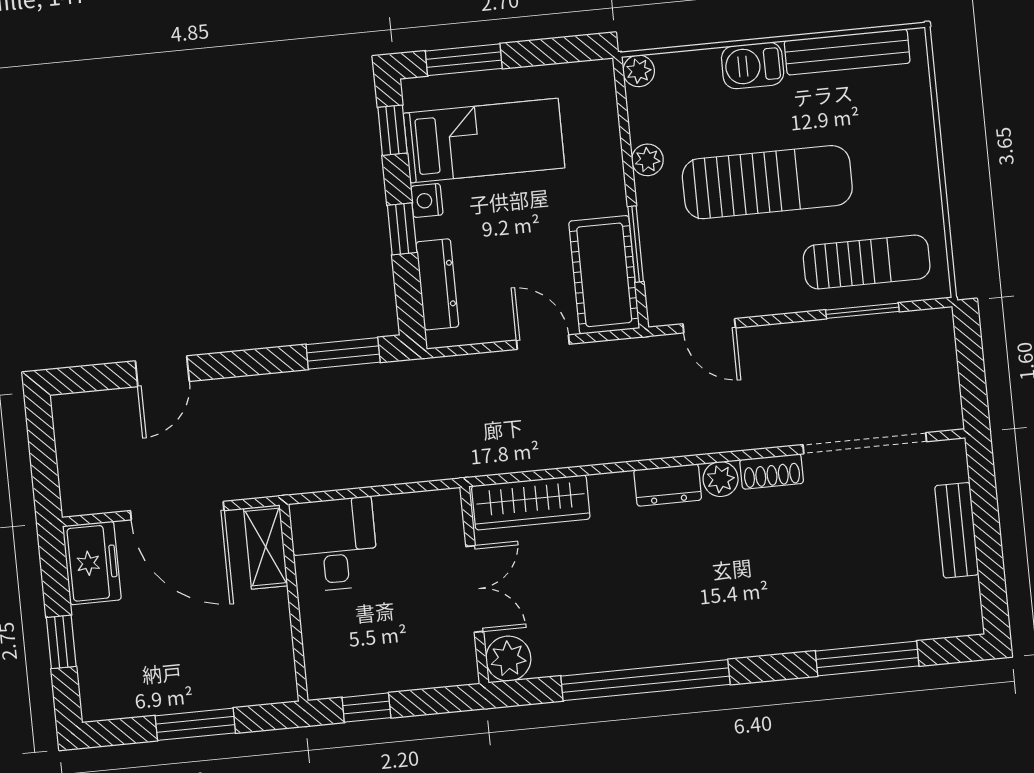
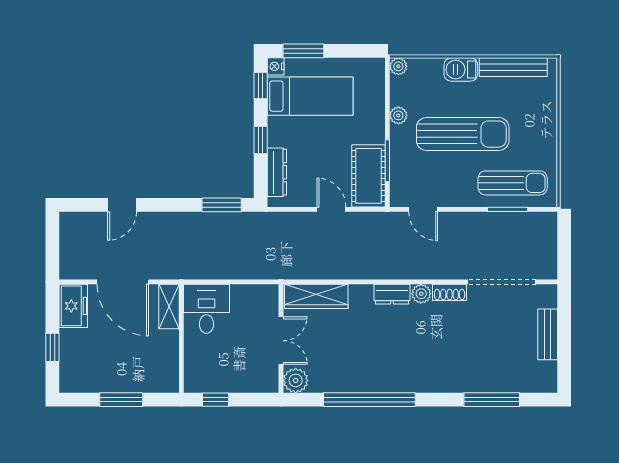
nightstand: (427, 201) -> (276, 66), moved

